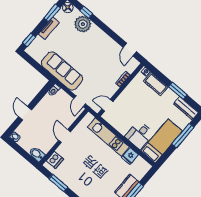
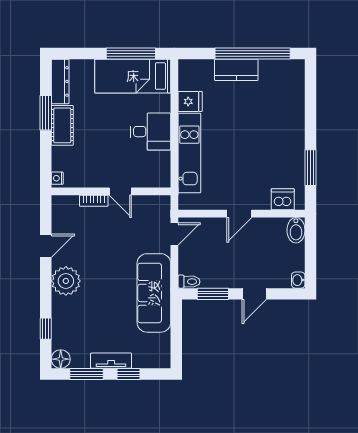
plant: (83, 24) -> (66, 281), moved
window: (29, 40) -> (129, 374), moved
door: (130, 50) -> (46, 246), moved
cot: (156, 84) -> (62, 125), moved
window: (40, 96) -> (213, 294), added
door: (107, 105) -> (120, 191), moved
desk: (139, 135) -> (151, 132), moved
window: (183, 136) -> (131, 53), moved

